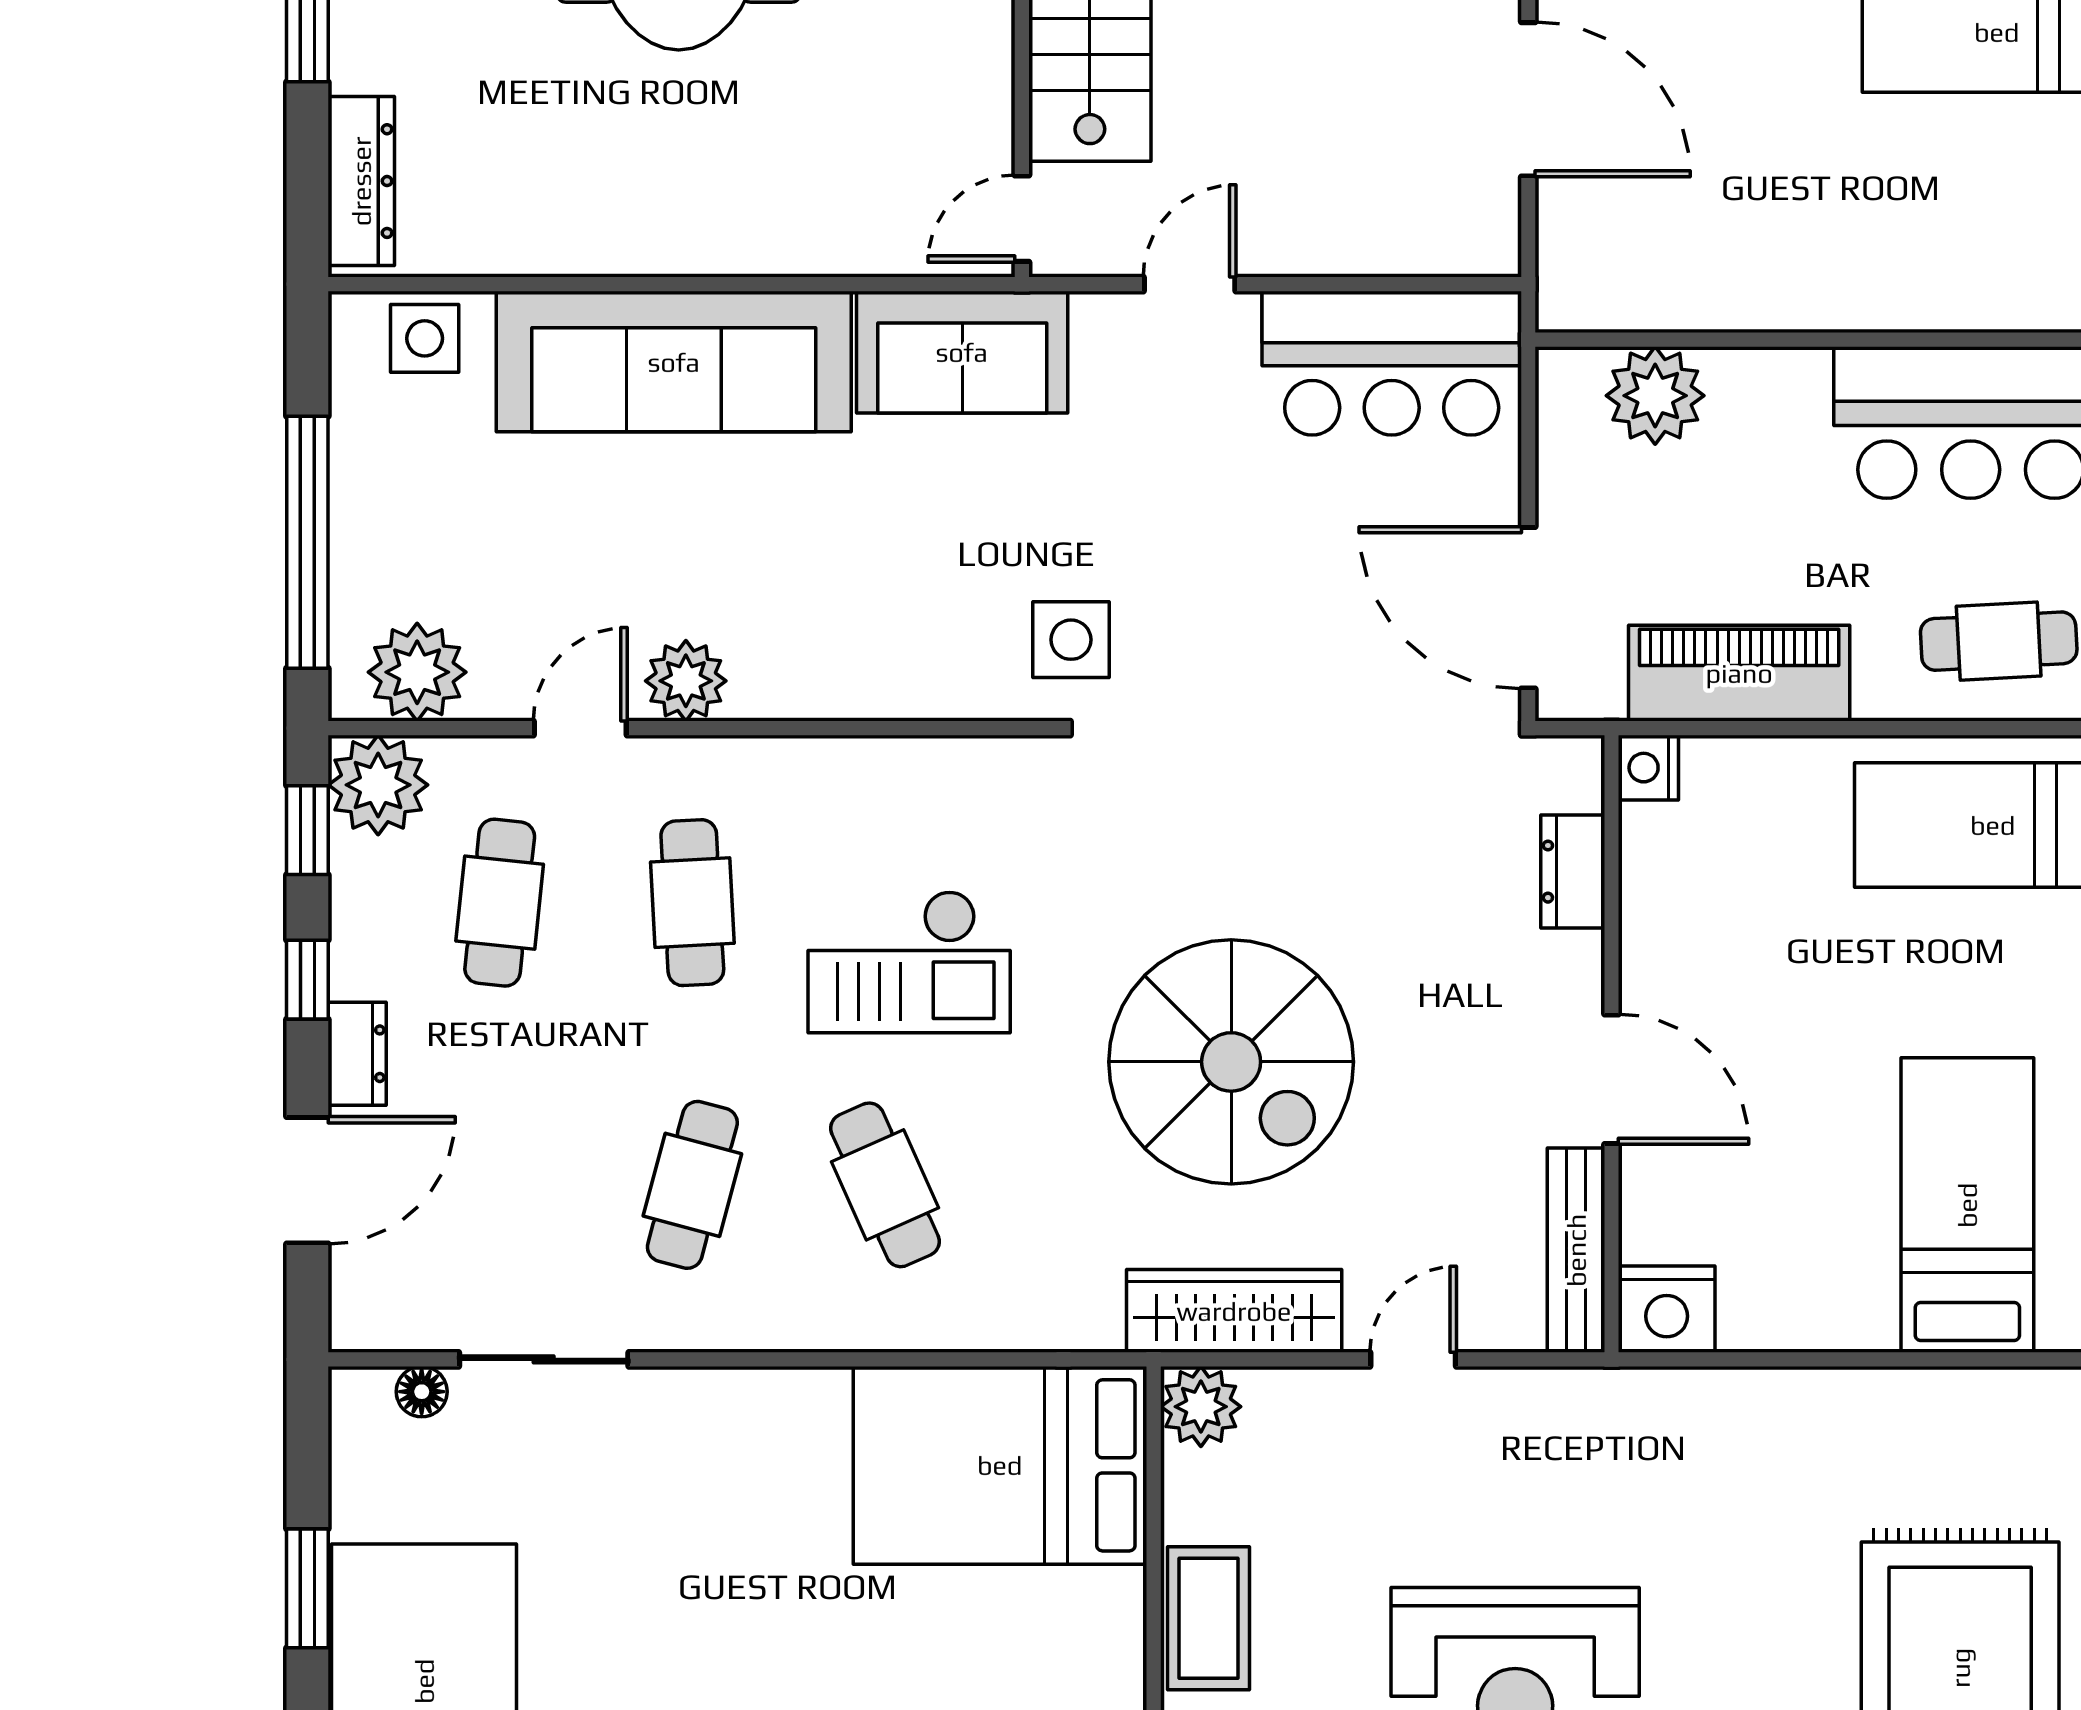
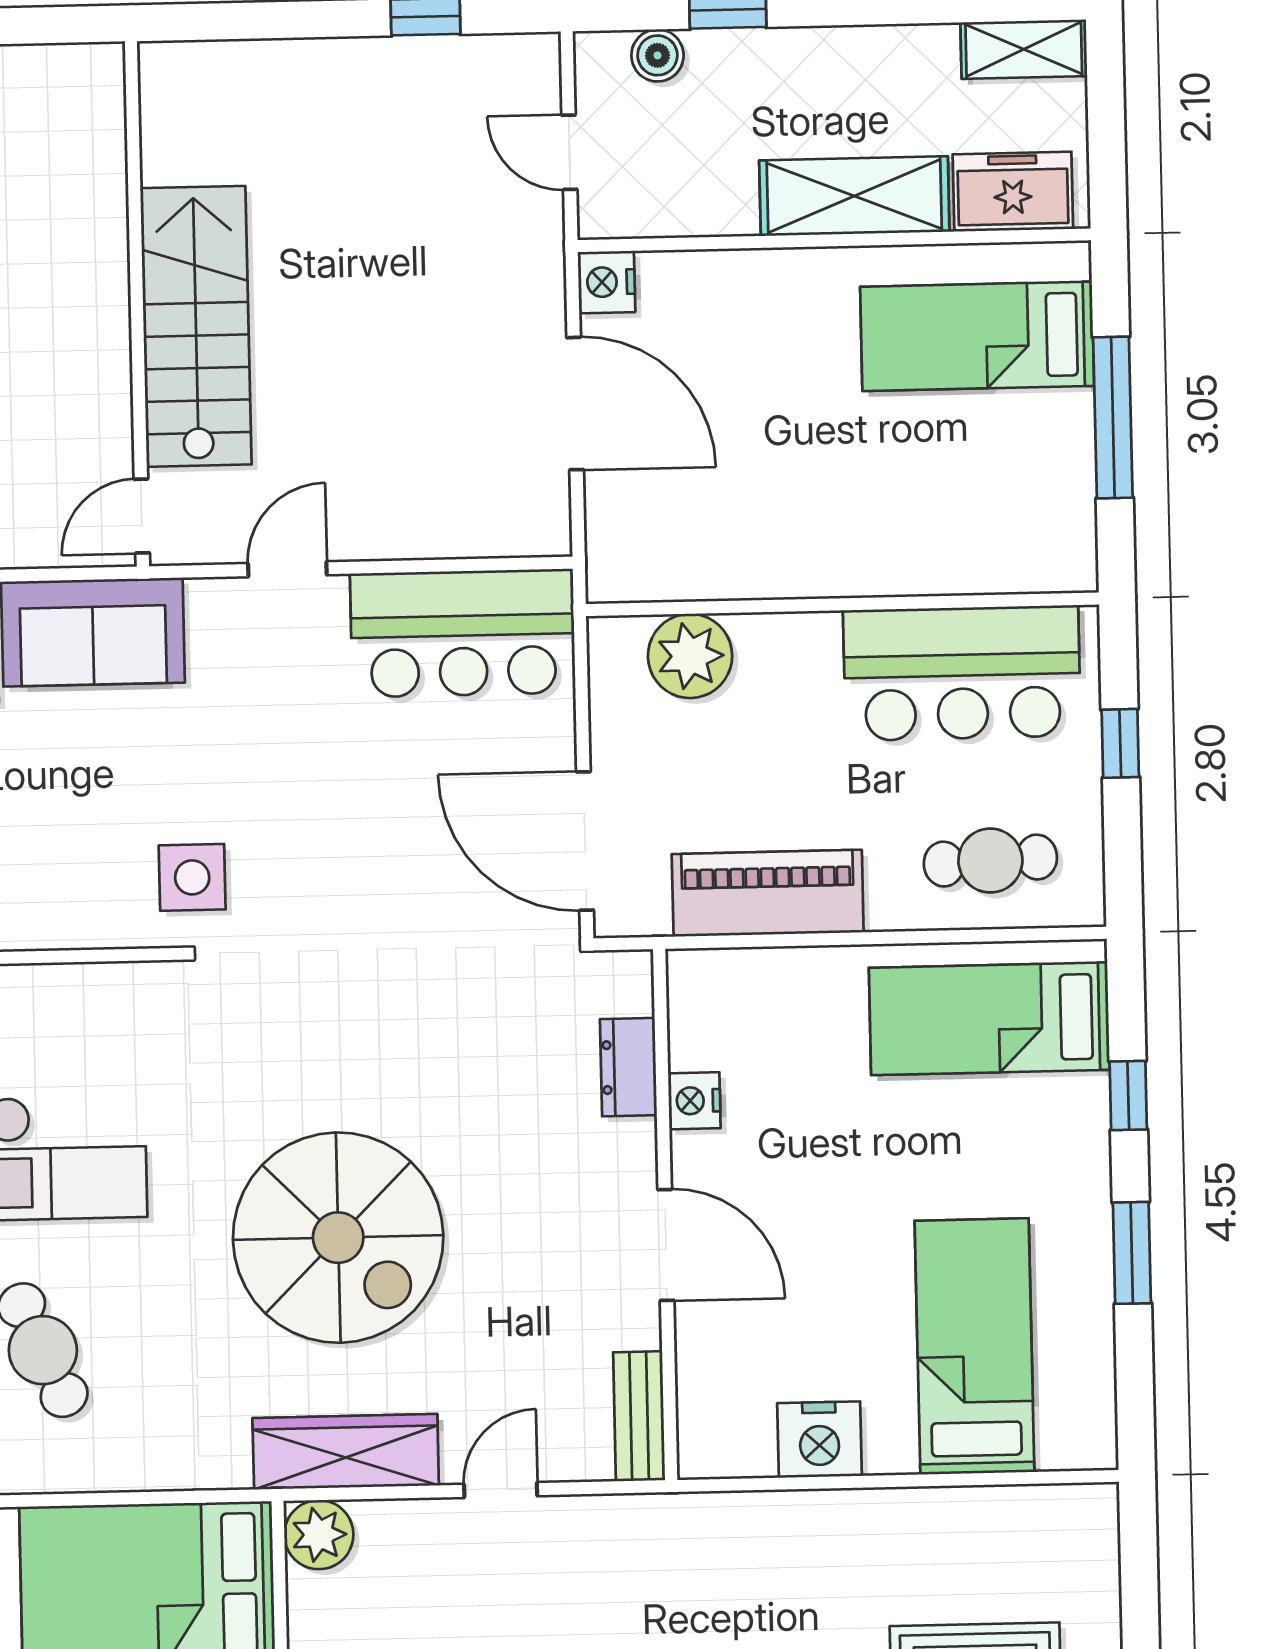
nightstand: (1648, 768) -> (694, 1101), moved
bench: (1576, 1250) -> (639, 1416), width x0.73
nightstand: (1667, 1309) -> (819, 1439), moved

